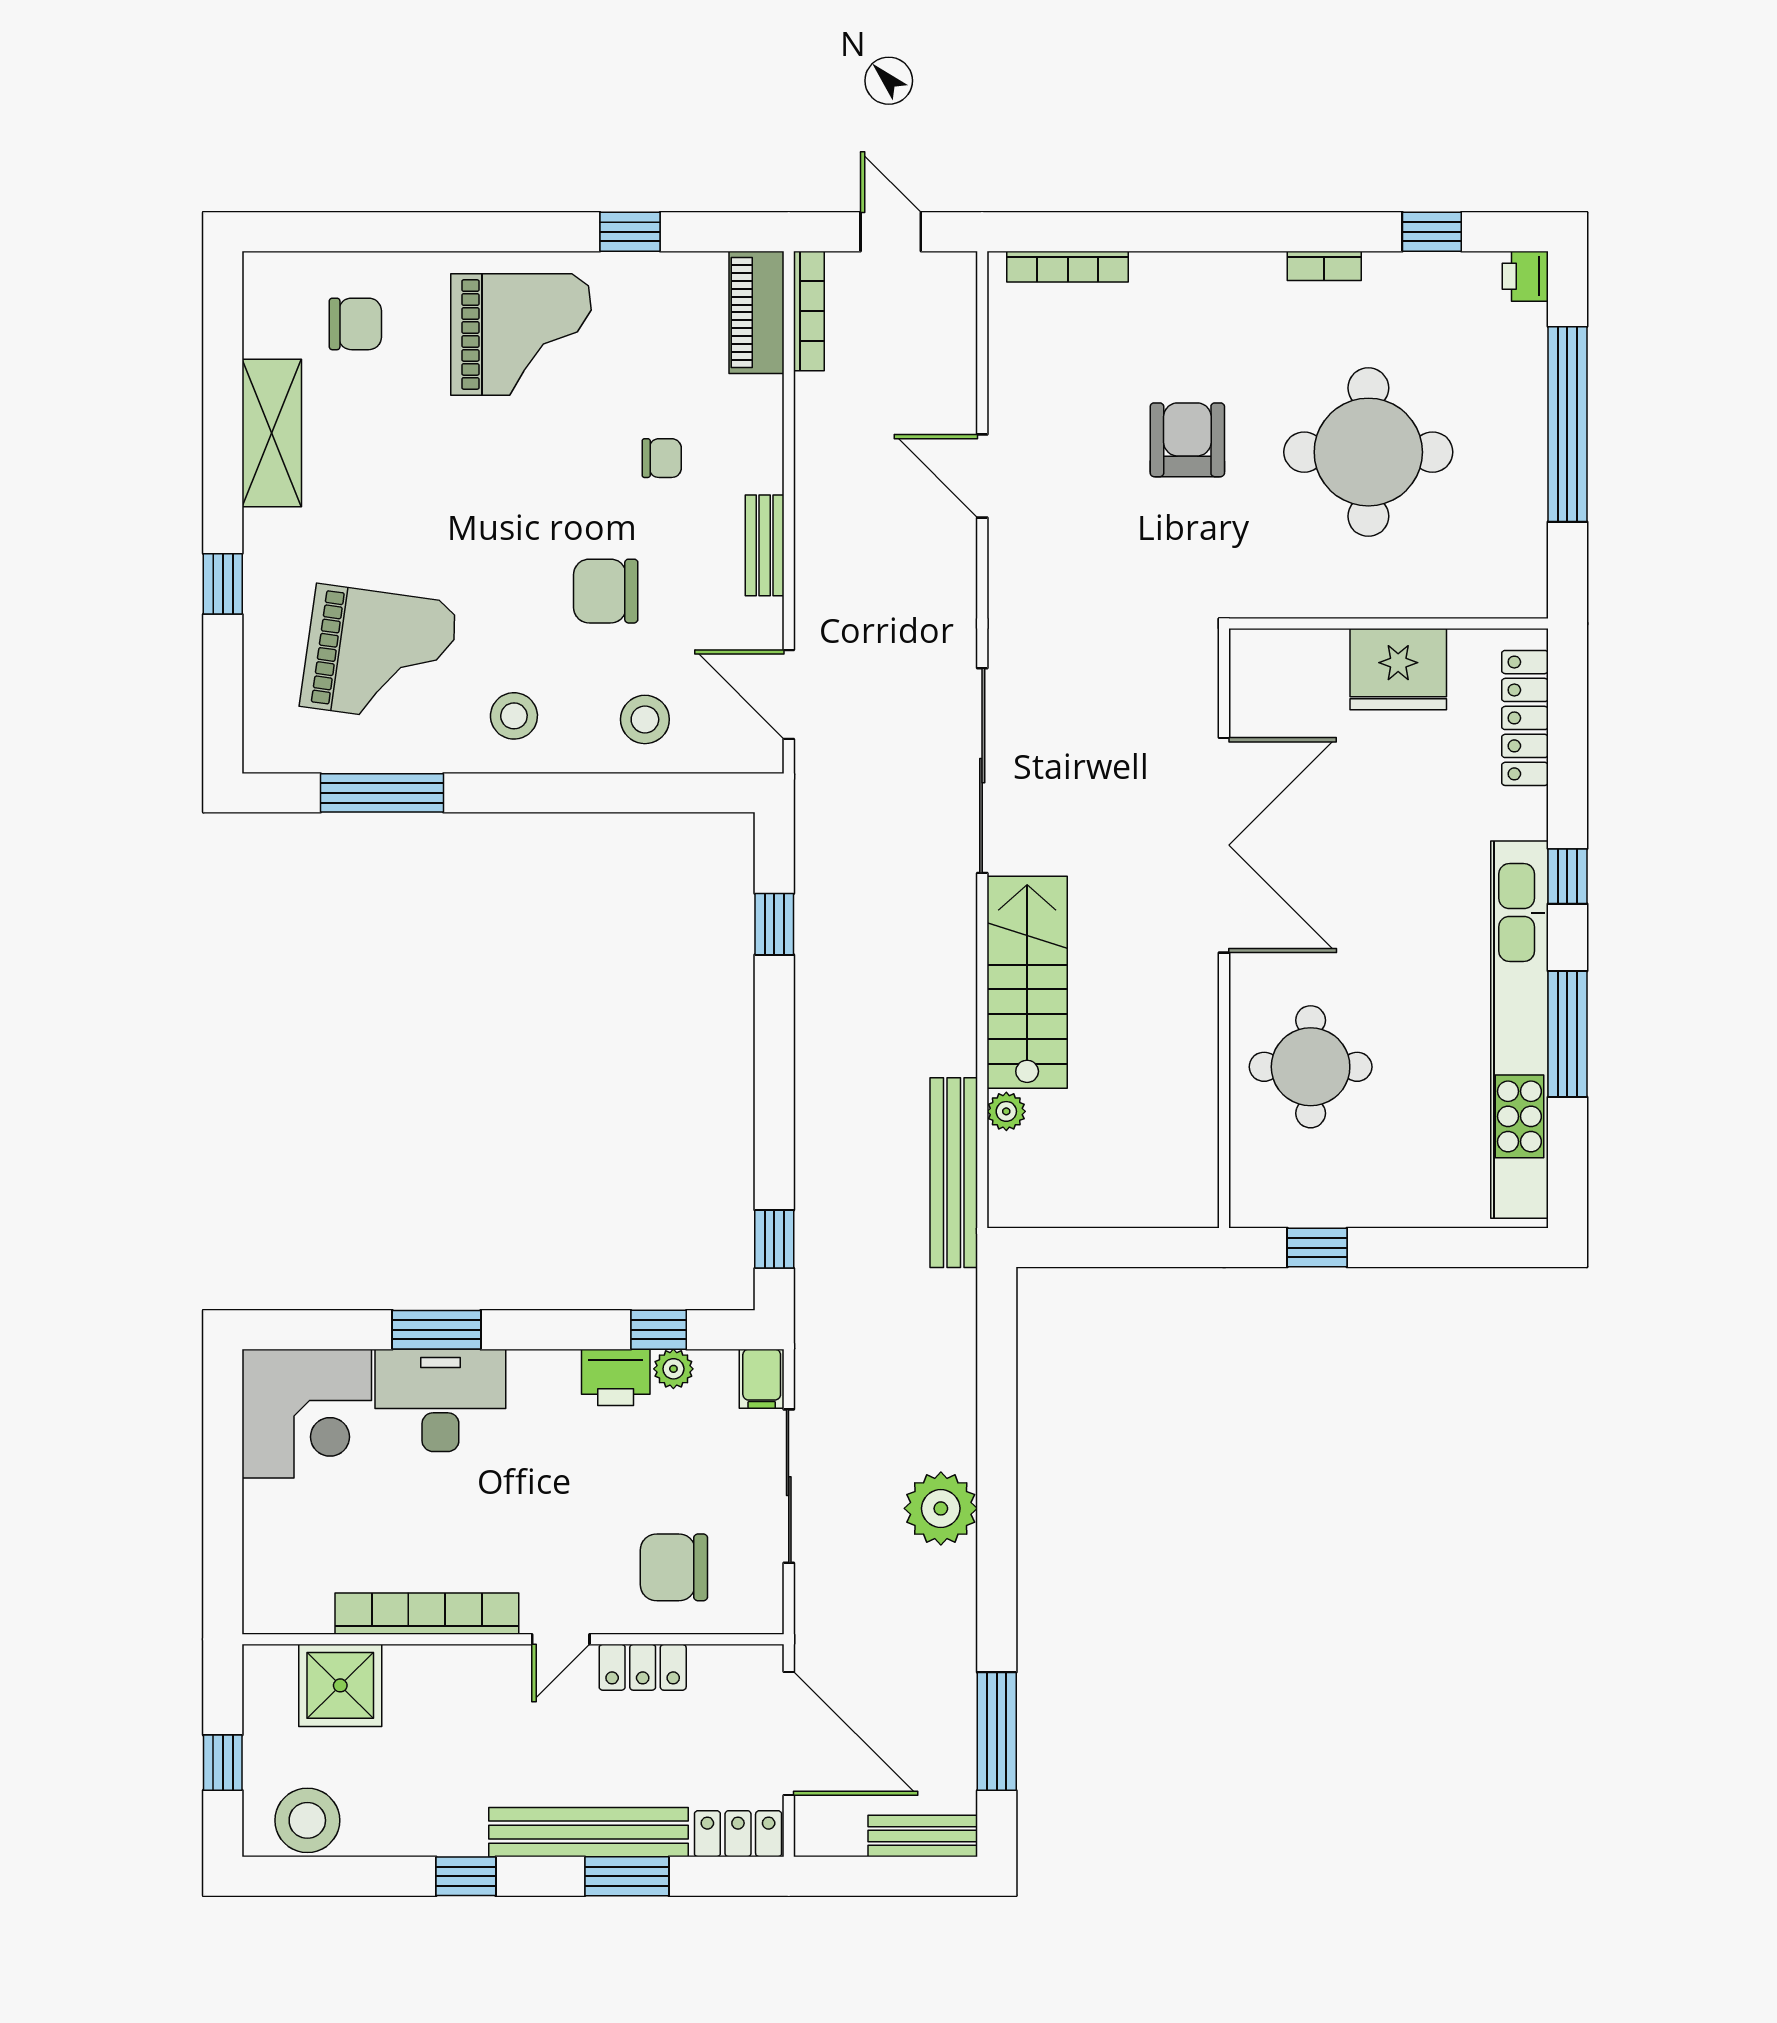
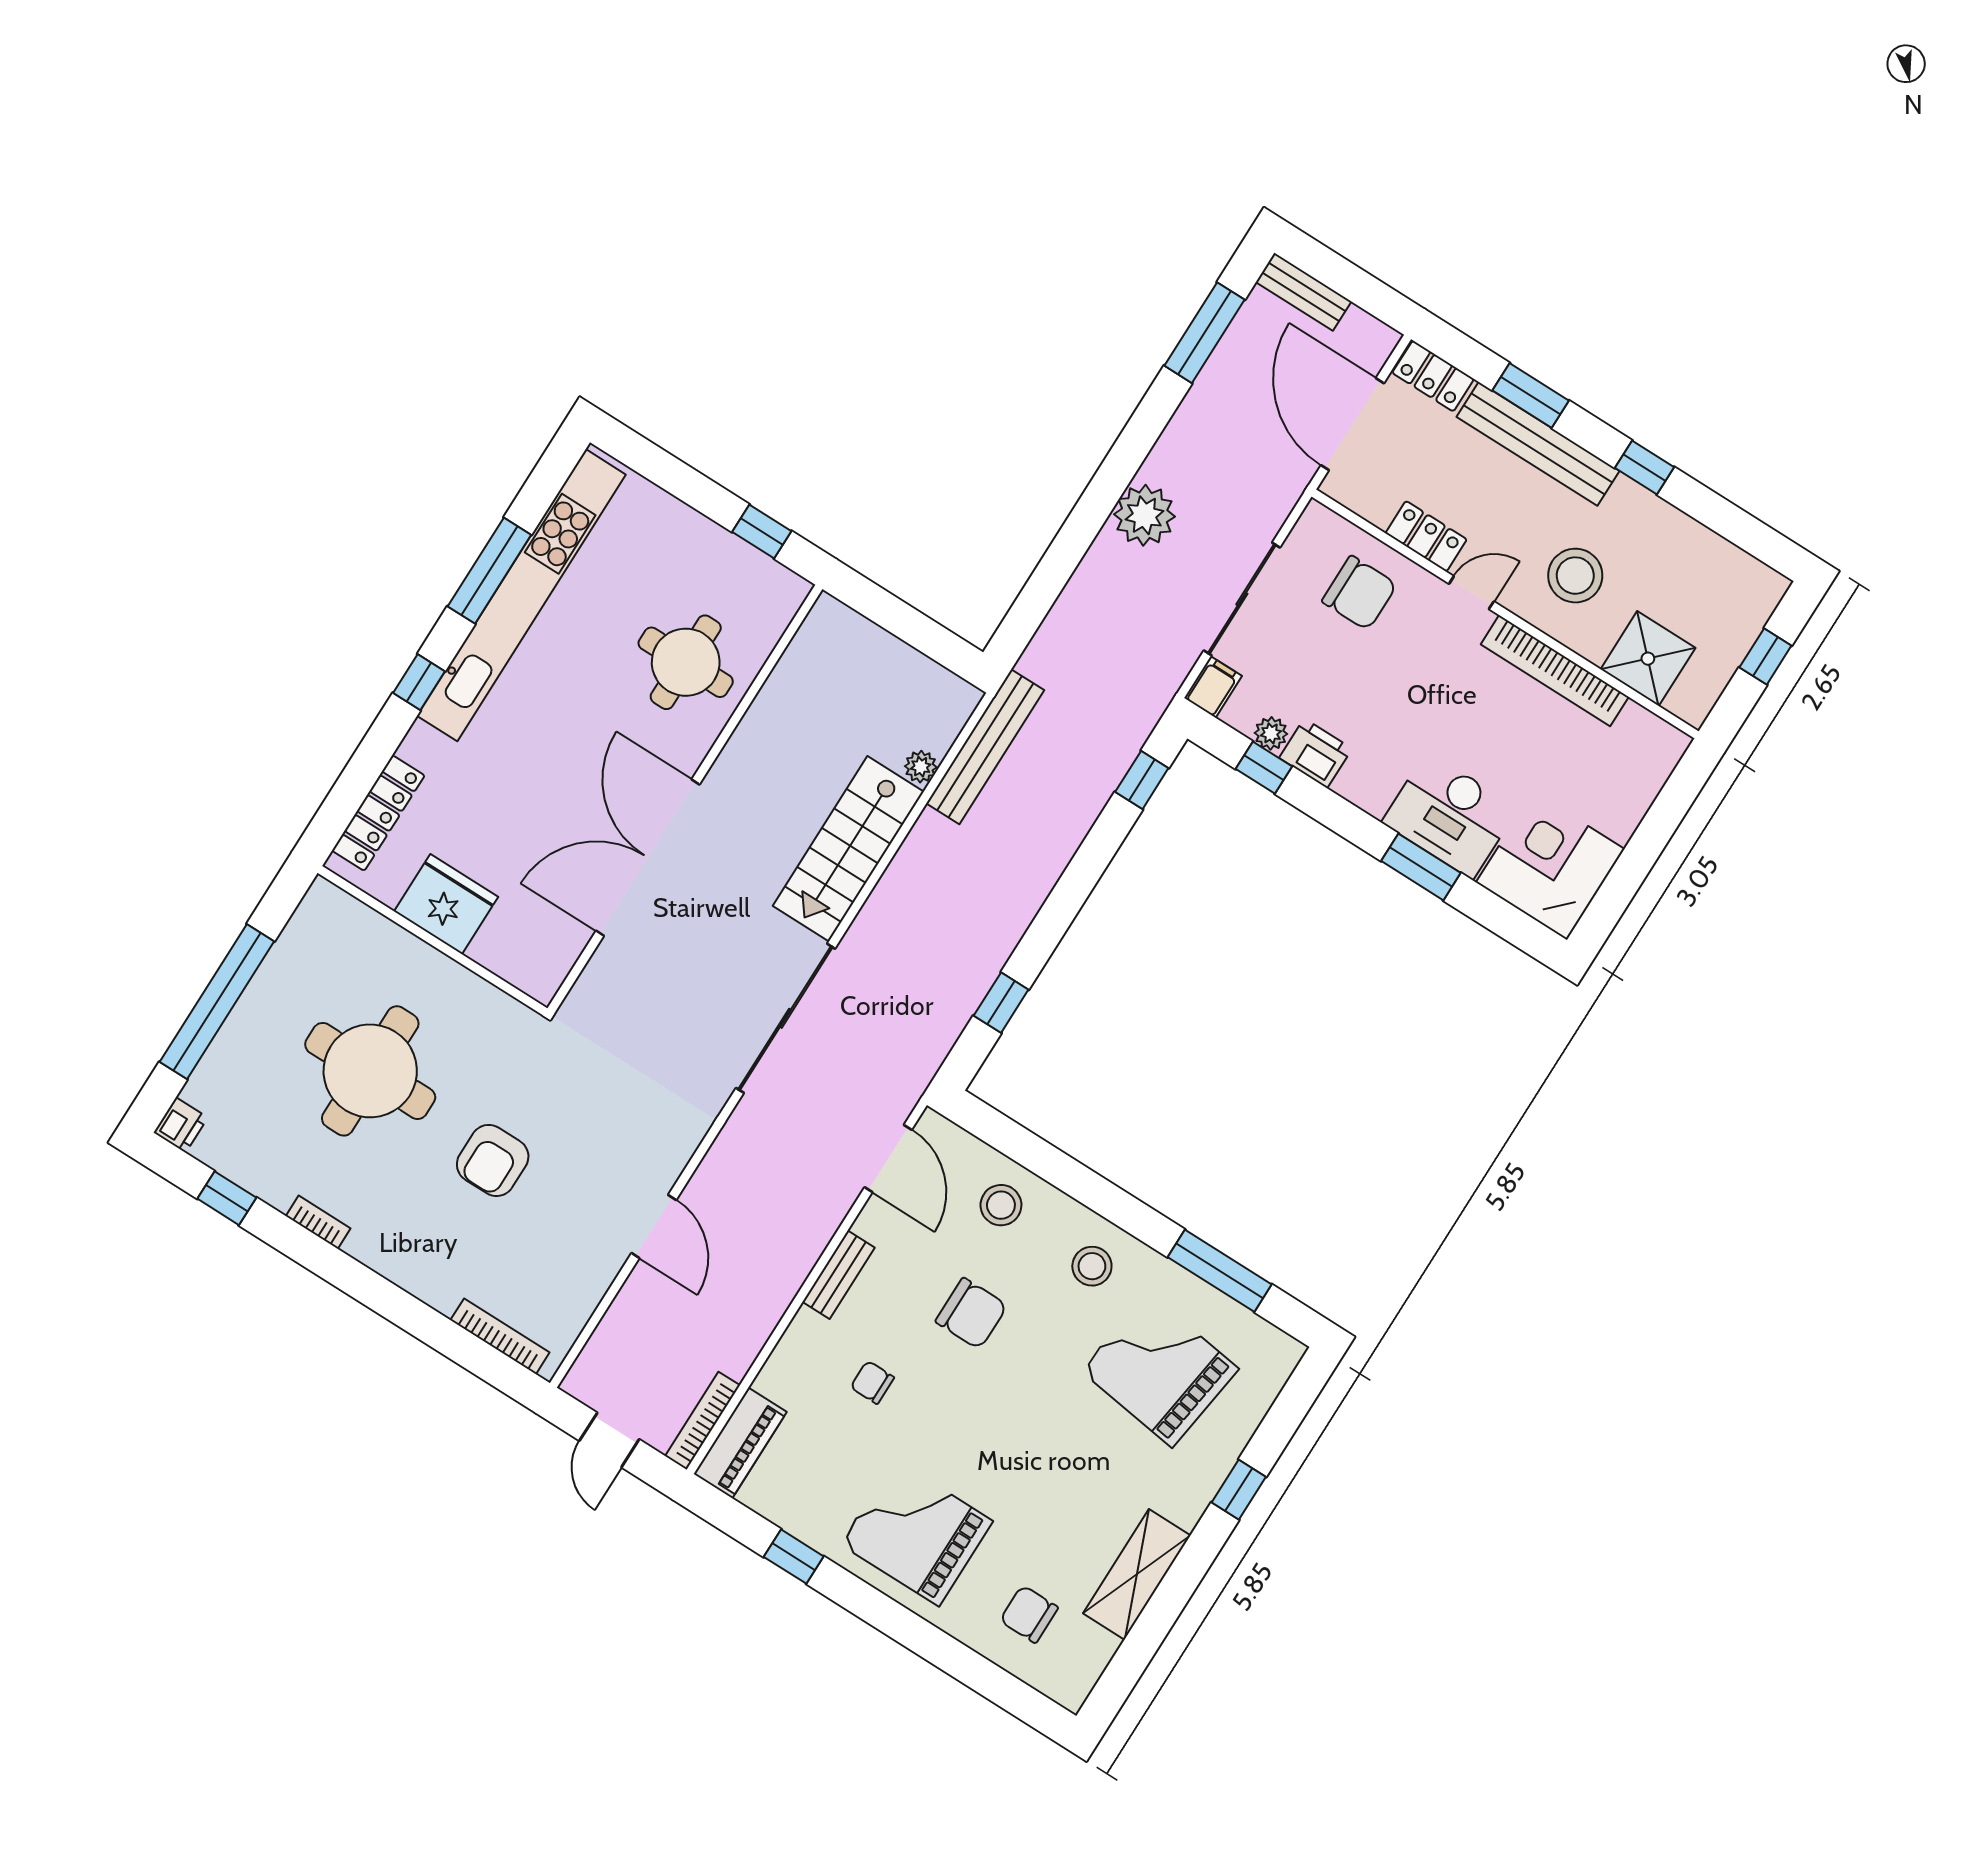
stool: (307, 1820) -> (1575, 576), moved

